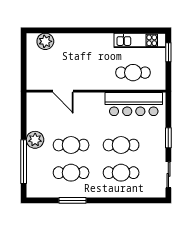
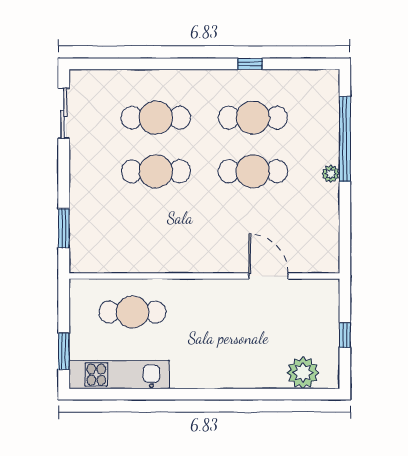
window: (24, 61) -> (345, 335), added
bar counter: (134, 104) -> (131, 251), removed
window: (168, 138) -> (64, 228), moved
plant: (35, 140) -> (331, 174), width x0.53, depth x0.53
window: (73, 200) -> (250, 64), width x0.46

